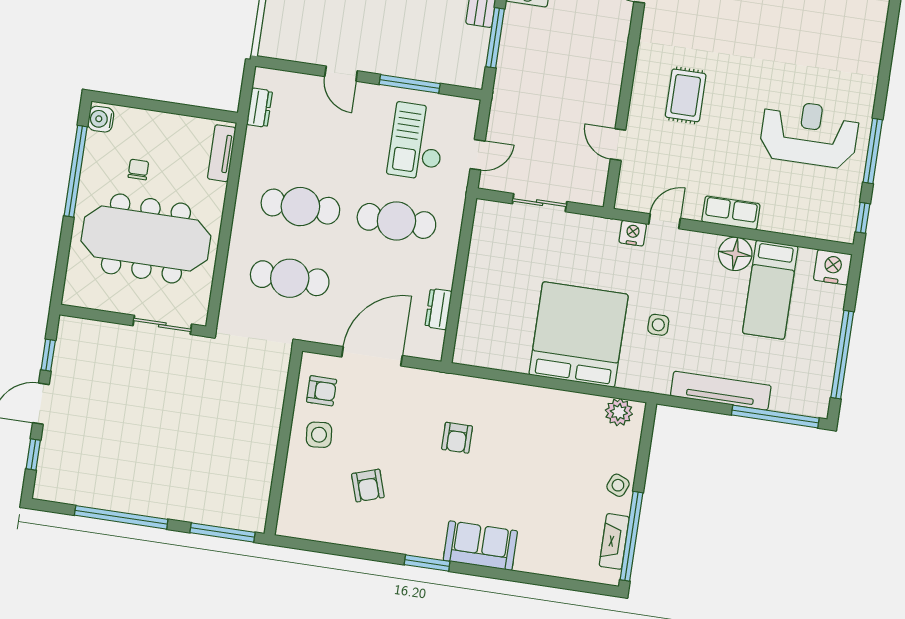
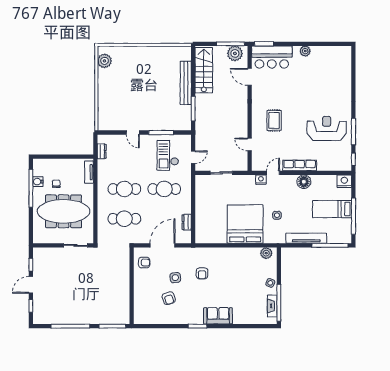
water cooler: (101, 119) -> (38, 182), moved
row of seats: (731, 213) -> (300, 165), width x1.48
bed: (770, 290) -> (332, 209), moved, turned 90
side table: (319, 435) -> (175, 278), moved

